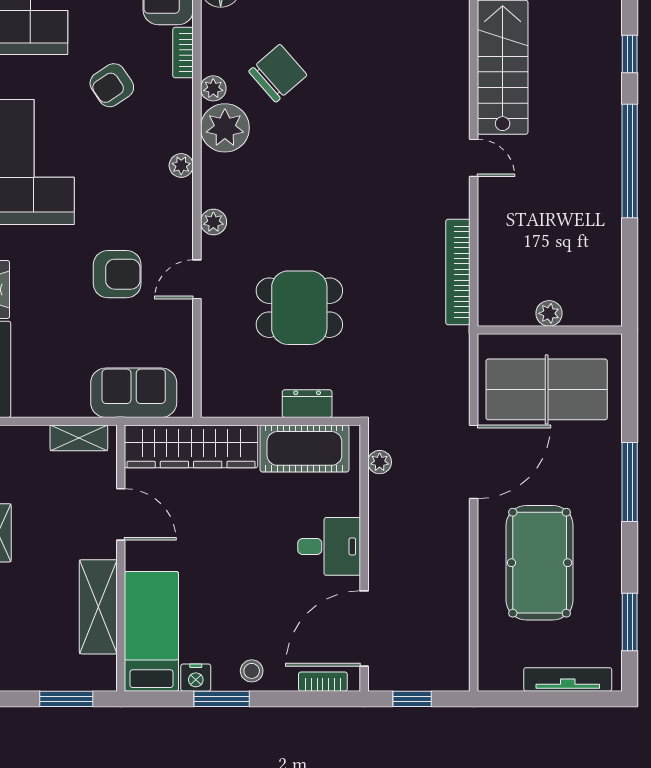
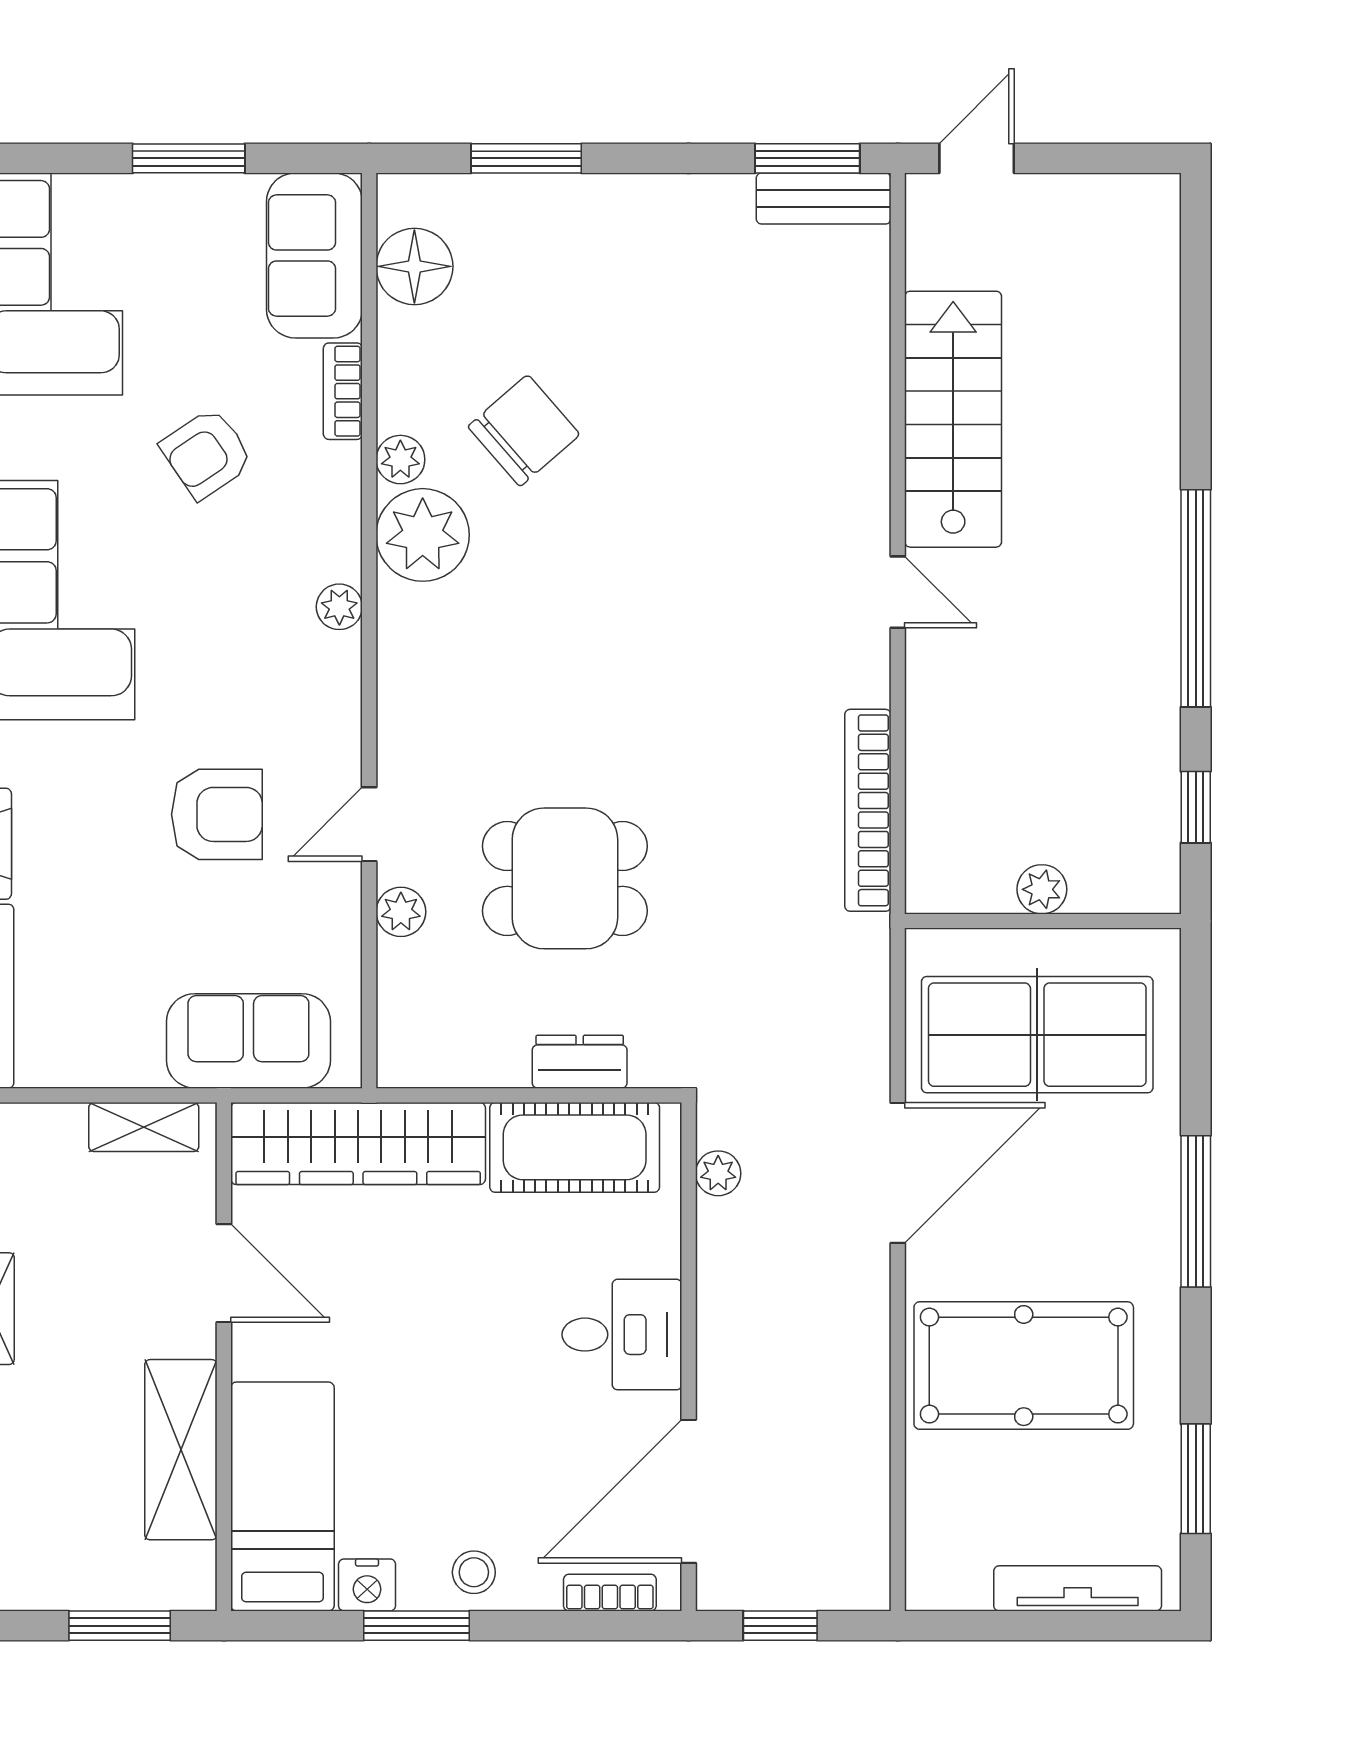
window: (630, 54) -> (1196, 807), moved
plant: (213, 222) -> (401, 912), moved
pool table: (540, 563) -> (1024, 1366), turned 90

